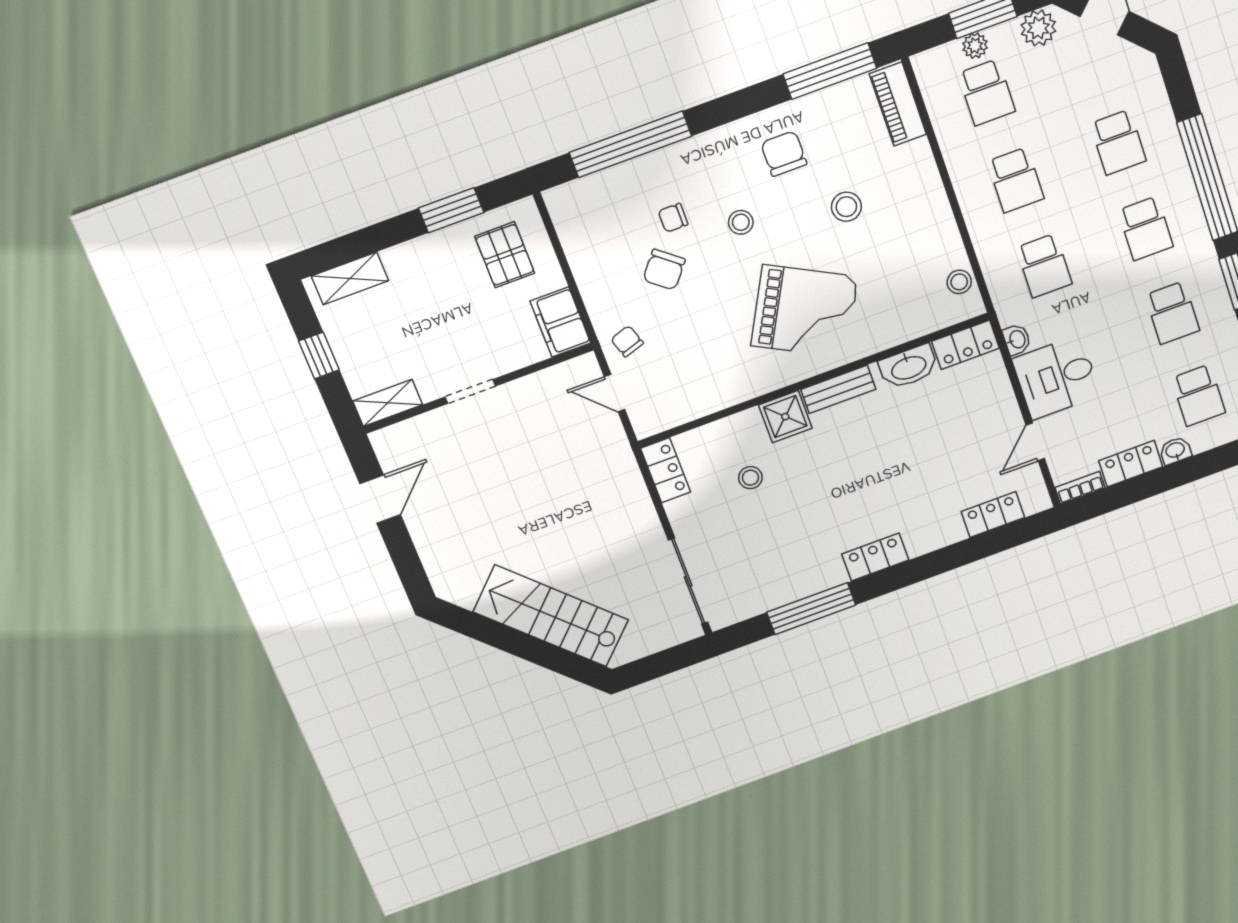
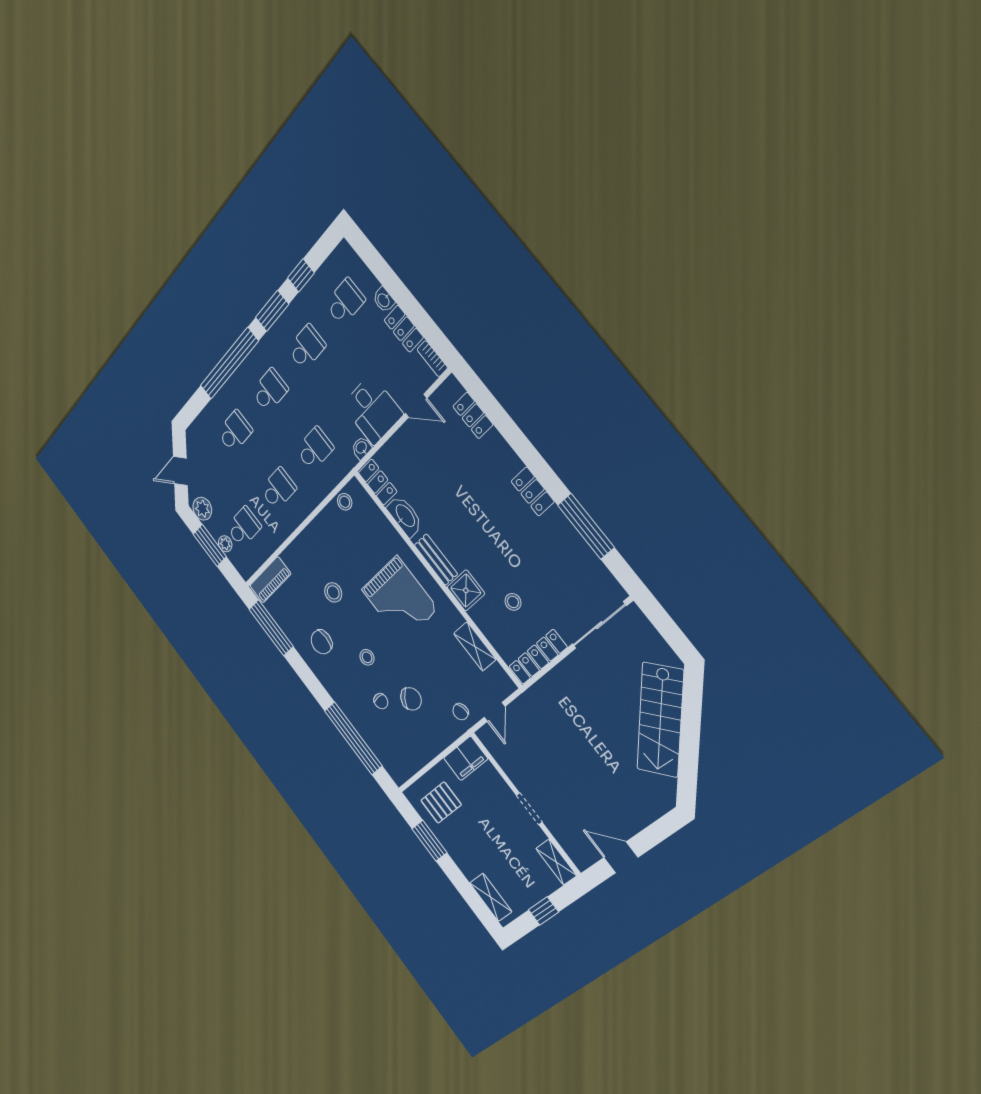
grand piano: (804, 311) -> (400, 599), turned 152
shelving: (709, 400) -> (475, 646), added
locker: (665, 470) -> (538, 657), width x1.53

